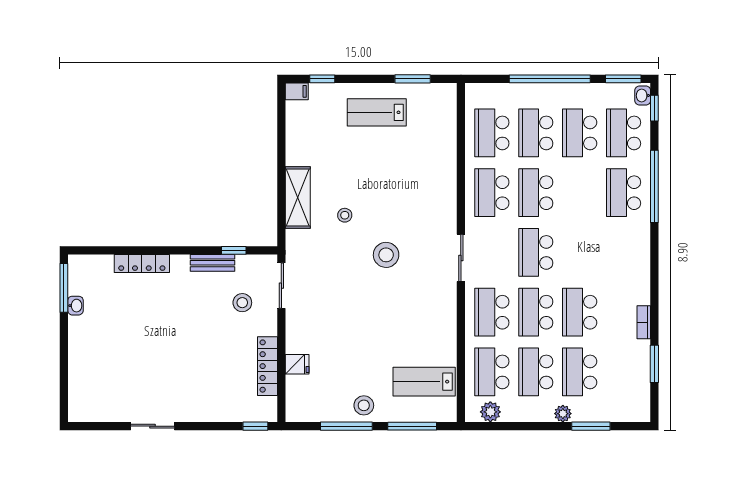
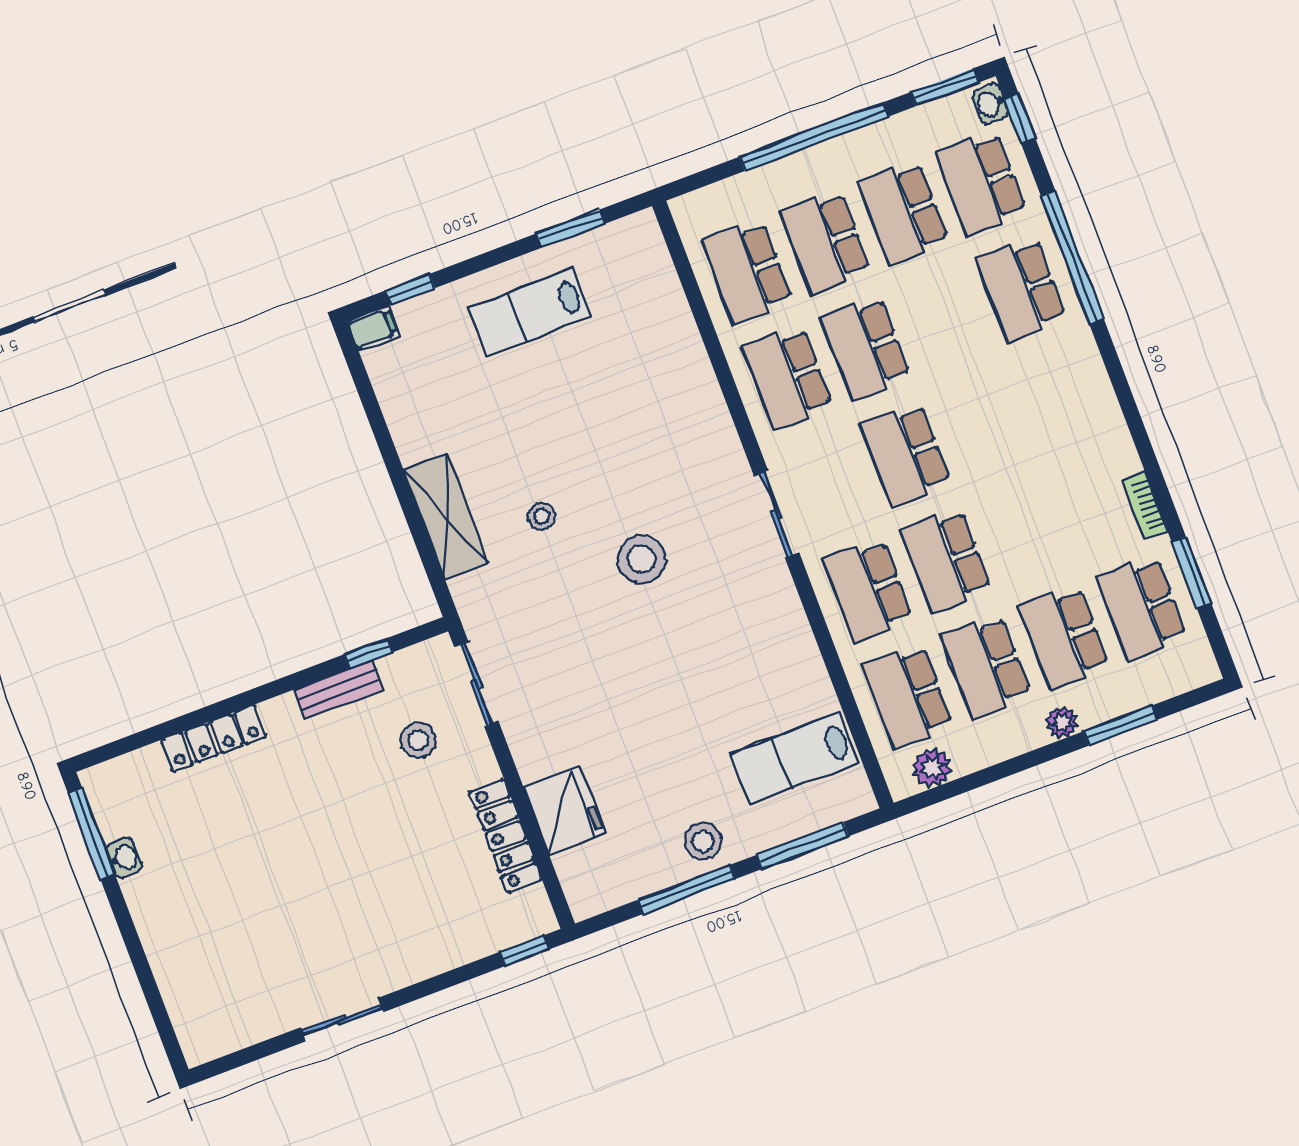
school desk: (580, 312) -> (1142, 608), moved
fridge: (297, 364) -> (564, 810), width x1.88, depth x1.34

